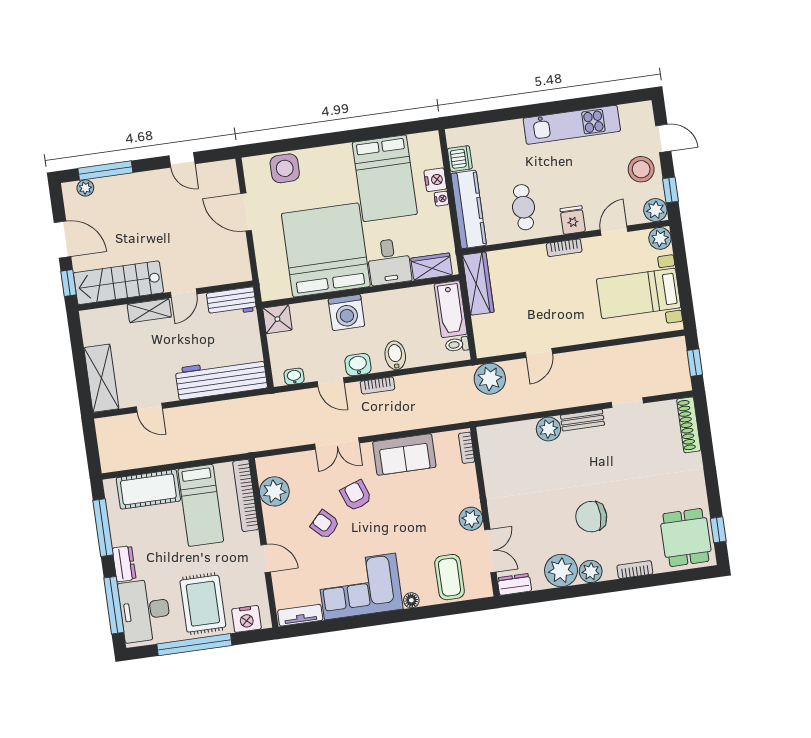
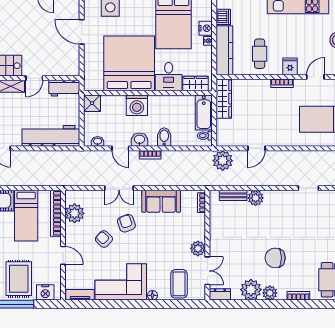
bench: (582, 420) -> (233, 195), moved

